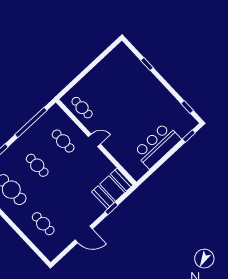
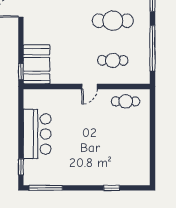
window: (187, 107) -> (46, 188), width x2.17
cafe table: (37, 165) -> (113, 21), width x1.37, depth x1.35
window: (112, 208) -> (21, 72), moved

